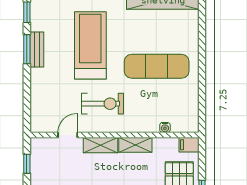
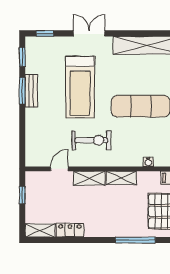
treadmill: (90, 45) -> (80, 87), turned 180

